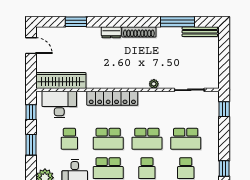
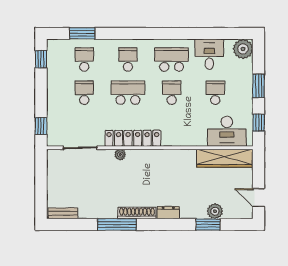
window: (178, 22) -> (117, 224), moved
bench: (200, 32) -> (63, 213), width x0.73
plant: (70, 34) -> (215, 211), added
locker: (112, 98) -> (133, 138), moved
school desk: (108, 139) -> (172, 93), width x0.54
school desk: (186, 139) -> (84, 93), width x0.54

